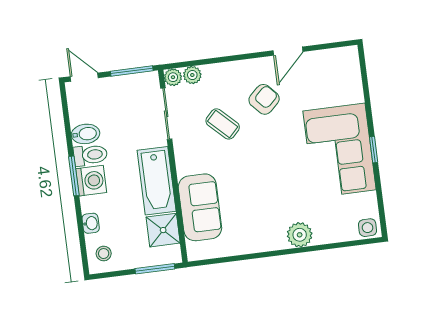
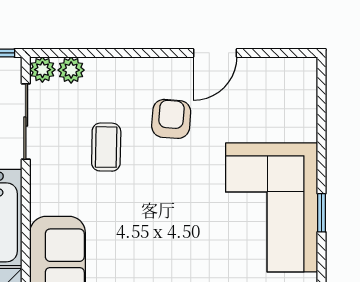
armchair: (264, 99) -> (171, 119), turned -43
coffee table: (223, 124) -> (106, 147), turned 47

